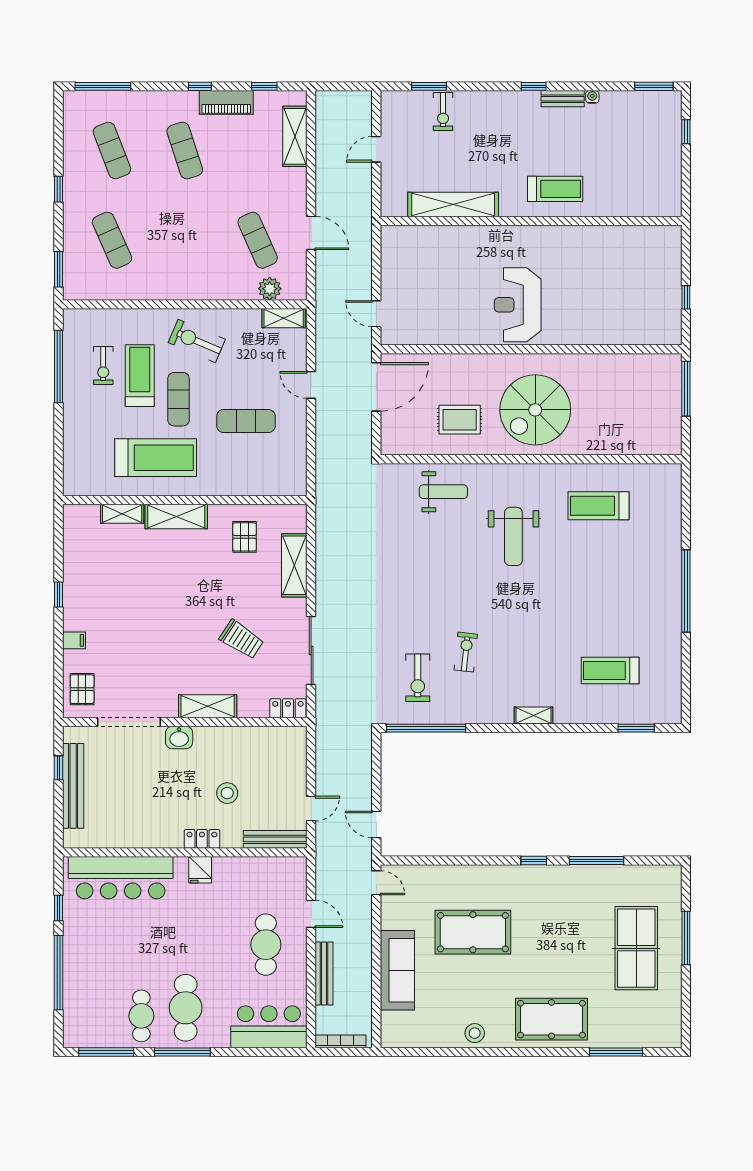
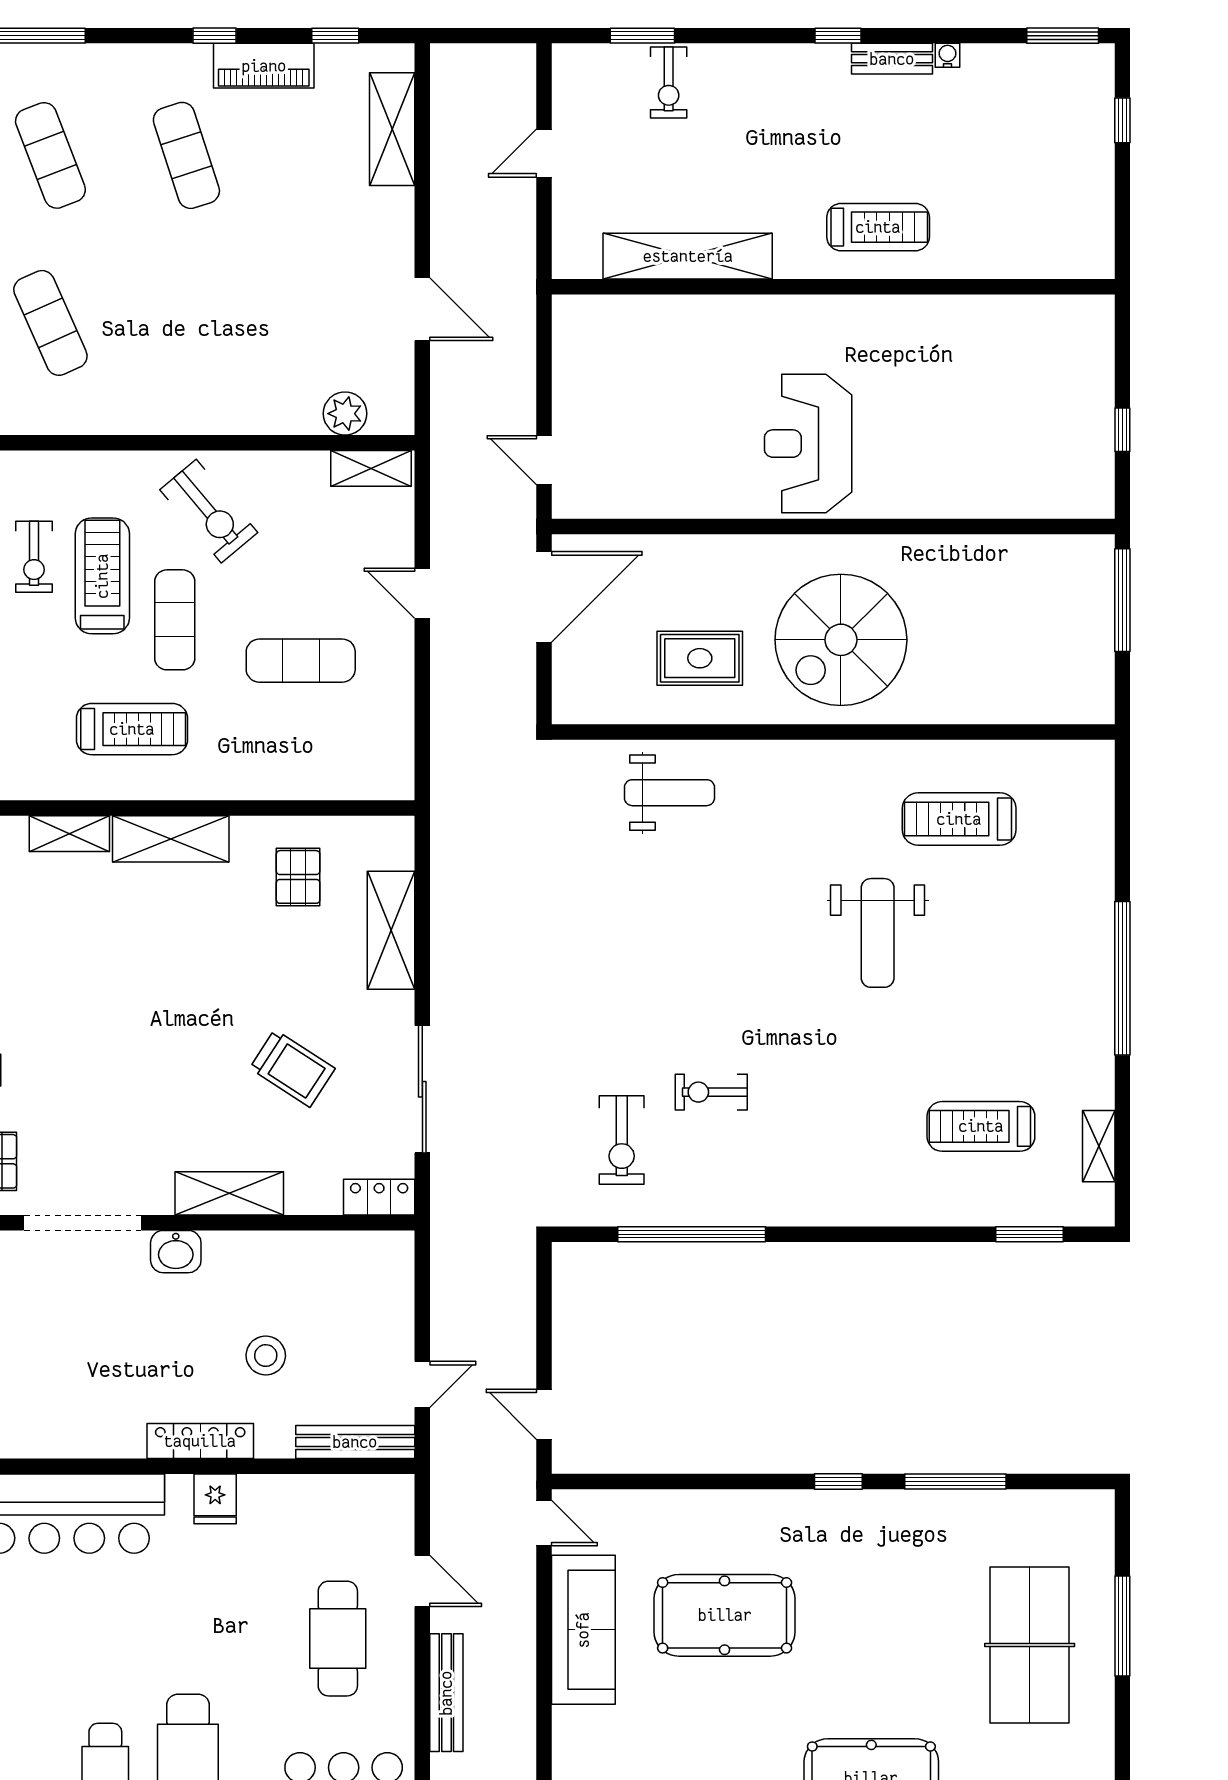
exercise mat: (258, 240) -> (322, 323), removed
exercise bike: (197, 341) -> (209, 511), turned -153
treadmill: (156, 458) -> (132, 729), width x0.73, depth x0.73
weight bench: (513, 536) -> (878, 933), moved
exercise bike: (466, 652) -> (711, 1092), turned -96
shelving: (533, 715) -> (1099, 1146), moved, turned 90
window: (426, 728) -> (692, 1234), moved
locker: (202, 839) -> (200, 1441), width x1.53
sofa: (397, 970) -> (583, 1630), moved

